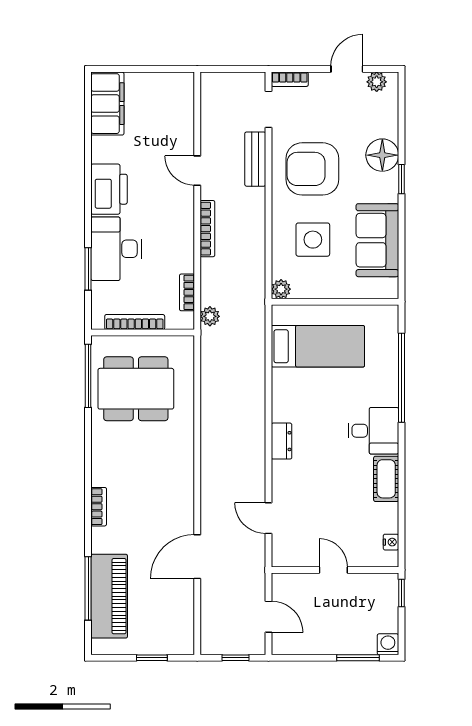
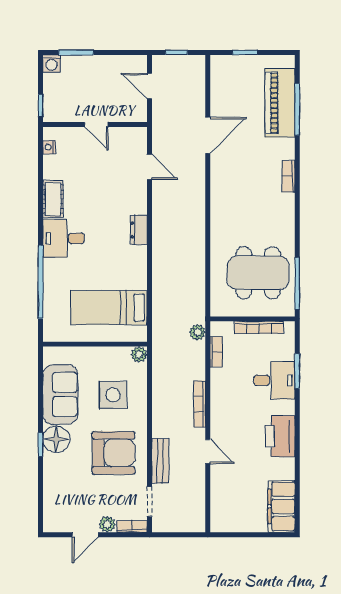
plant: (377, 82) -> (107, 524), moved
floor lamp: (382, 155) -> (56, 439), moved
desk: (116, 249) -> (274, 380), width x0.73

